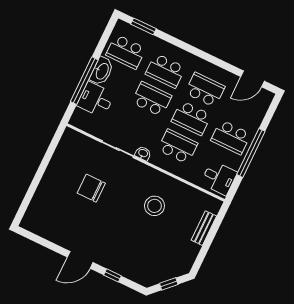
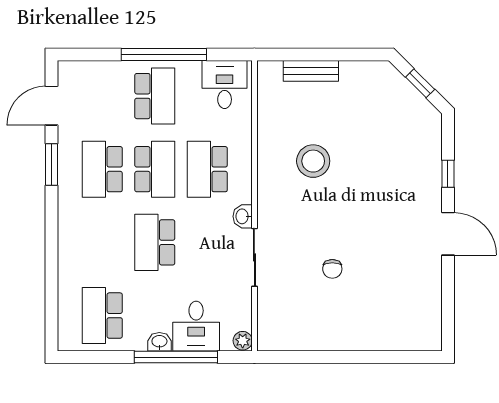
window: (143, 26) -> (52, 164), moved
school desk: (126, 52) -> (102, 316), turned 180
washbasin: (102, 71) -> (159, 342), width x0.52, depth x0.69
school desk: (165, 71) -> (102, 242), removed
door: (253, 79) -> (52, 106), swing flipped
plant: (76, 121) -> (243, 341), added
chair: (91, 188) -> (332, 269), width x0.54, depth x0.54

